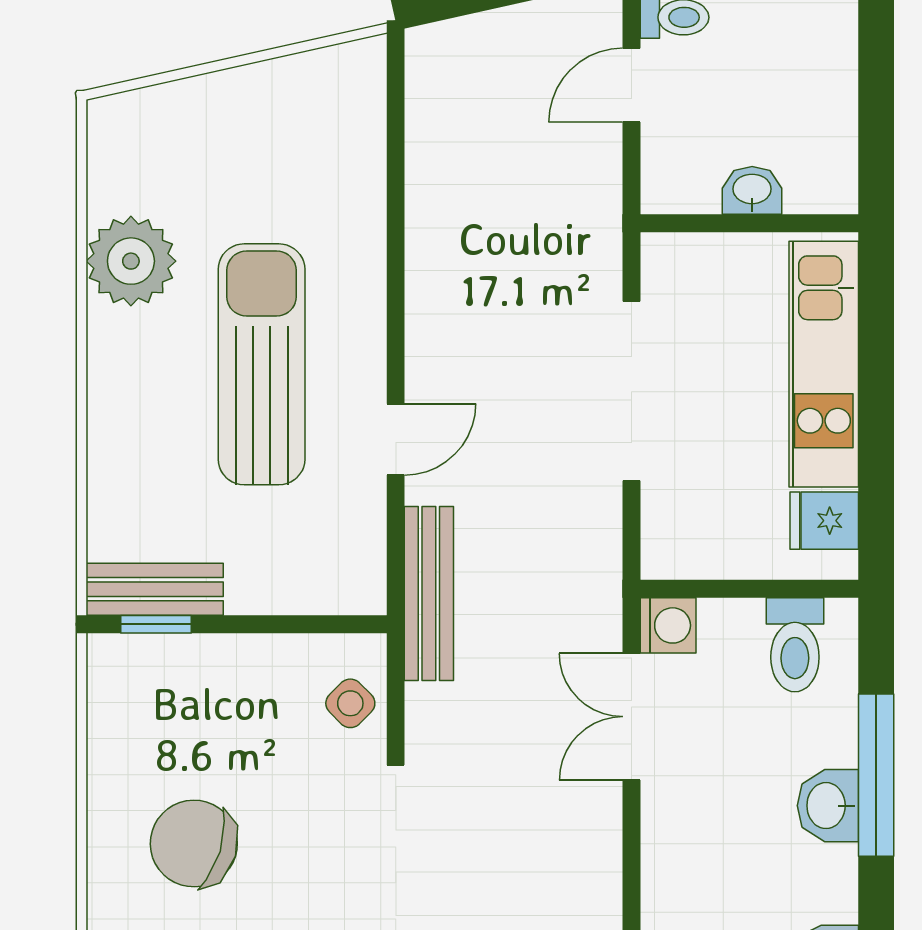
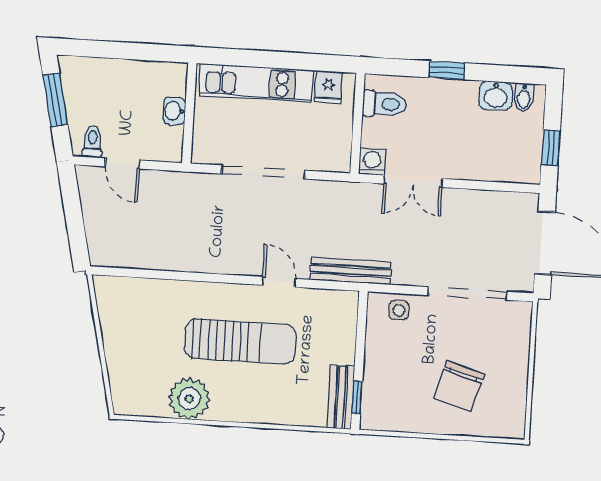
sun lounger: (262, 364) -> (240, 341), turned 180
side table: (350, 703) -> (399, 310), turned 45
window: (876, 775) -> (447, 70), width x0.46
washbasin: (828, 806) -> (496, 96), moved

